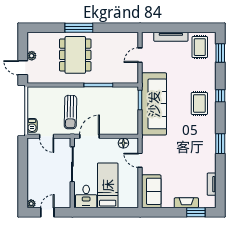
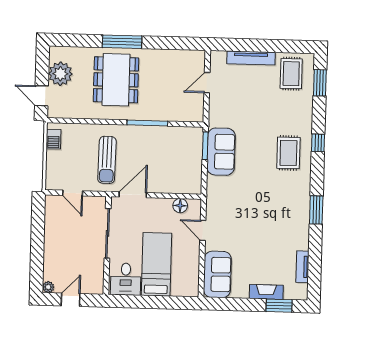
plant: (32, 56) -> (60, 74), width x1.87, depth x1.87
sofa: (154, 104) -> (221, 152), width x0.54, depth x0.79
barbecue: (32, 125) -> (54, 139), moved

